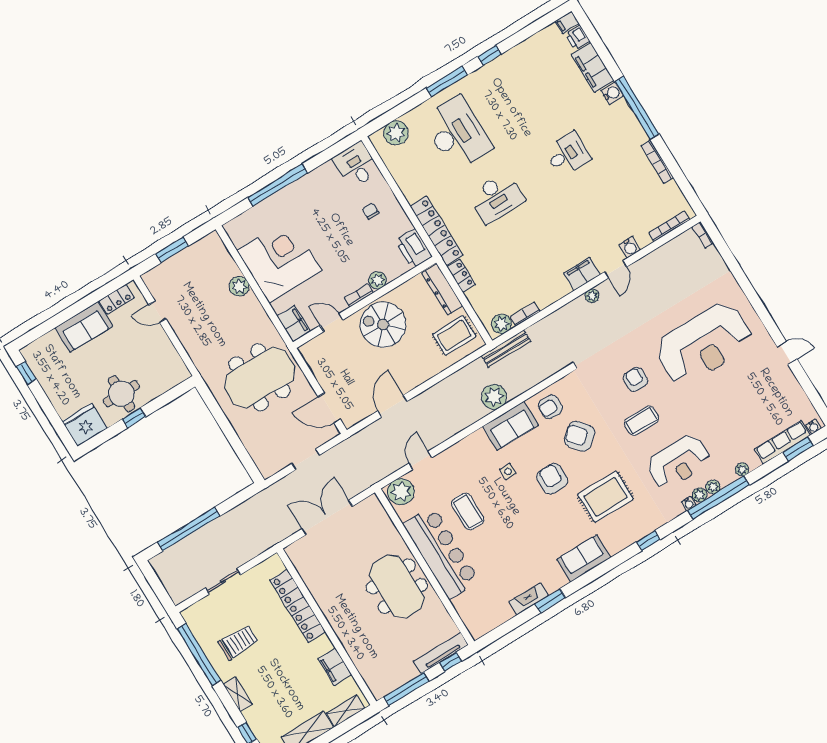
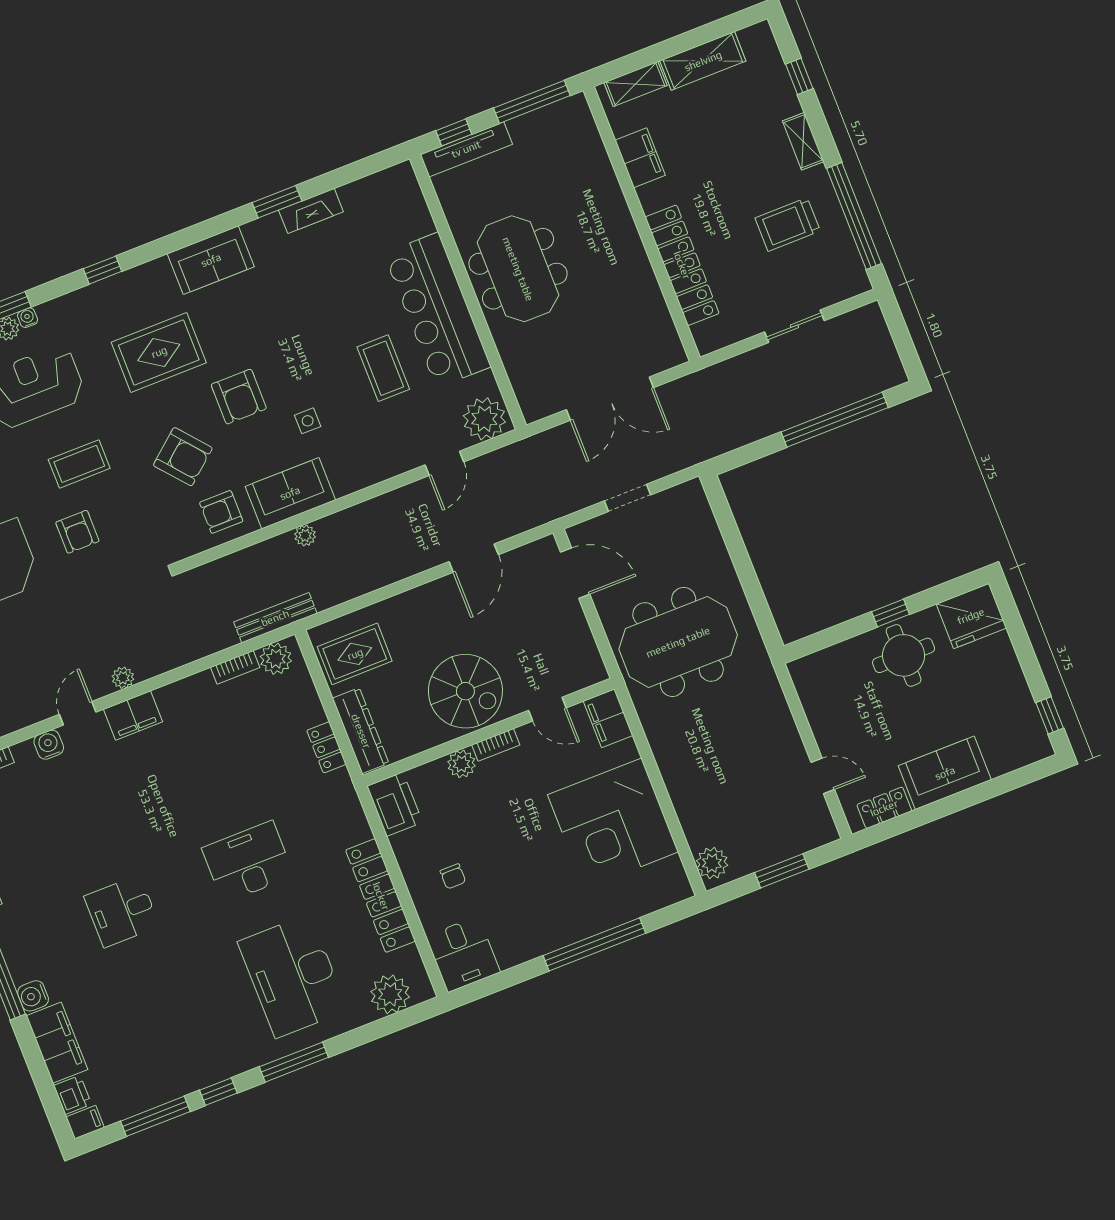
window: (525, 34) -> (155, 1116), added
locker: (436, 231) -> (381, 896), moved
plant: (239, 286) -> (712, 863), moved
plant: (494, 397) -> (305, 535), width x0.53, depth x0.53
armchair: (550, 407) -> (221, 512), turned 180

